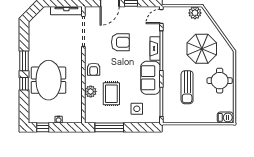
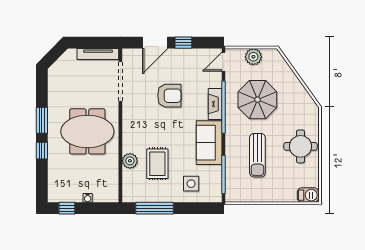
plant: (195, 13) -> (253, 57), moved
parasol: (202, 49) -> (257, 100), moved
armchair: (94, 69) -> (134, 131), removed
meeting table: (49, 80) -> (87, 131), moved, turned 90

